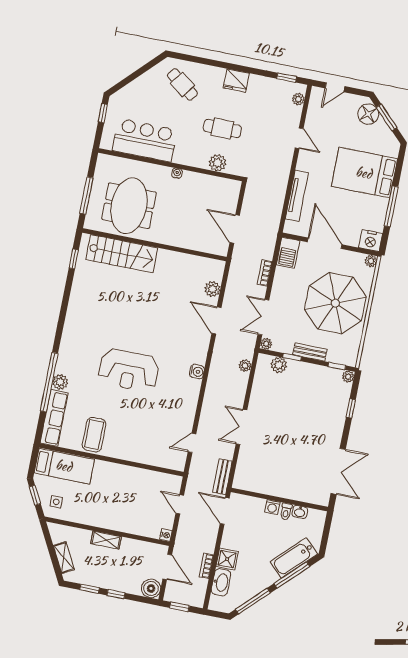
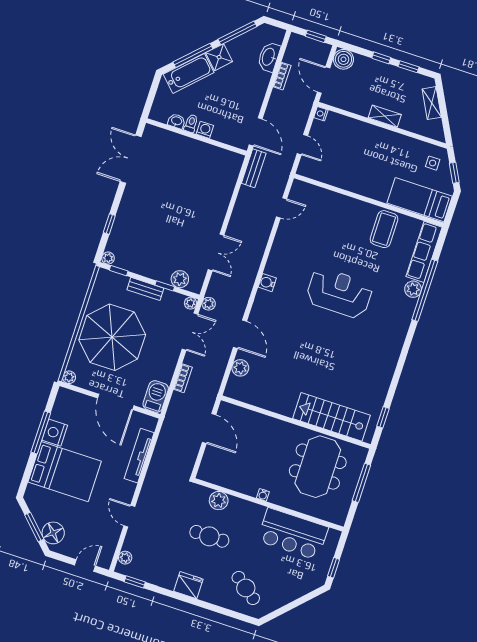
nightstand: (371, 241) -> (55, 433), moved, turned -90
plant: (245, 366) -> (209, 304), moved
double door: (241, 427) -> (216, 252), moved
shower: (227, 559) -> (219, 57), moved, turned 45

